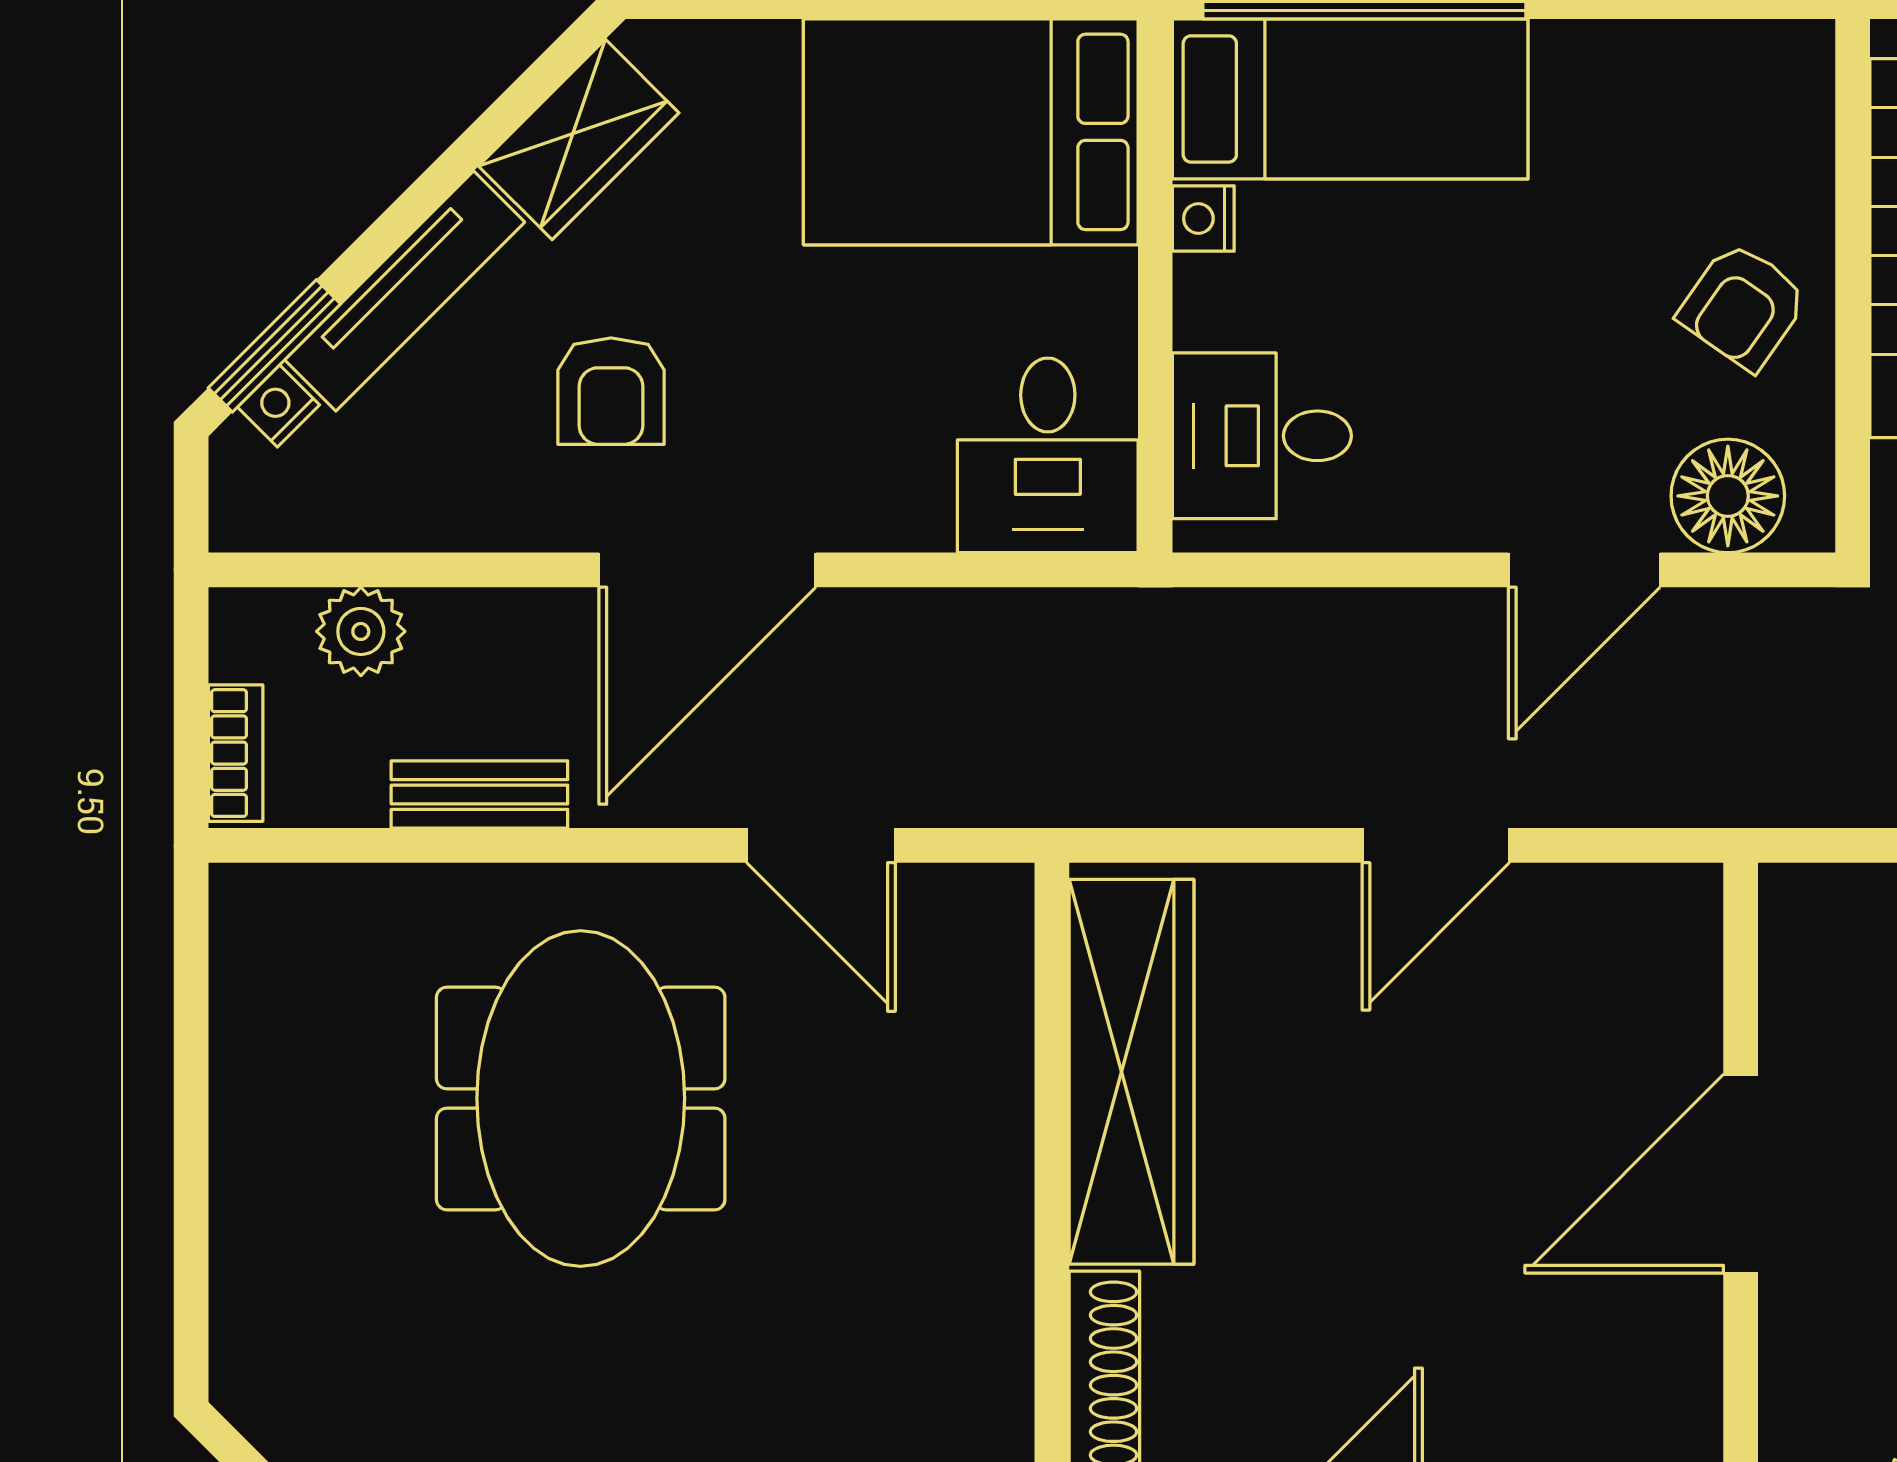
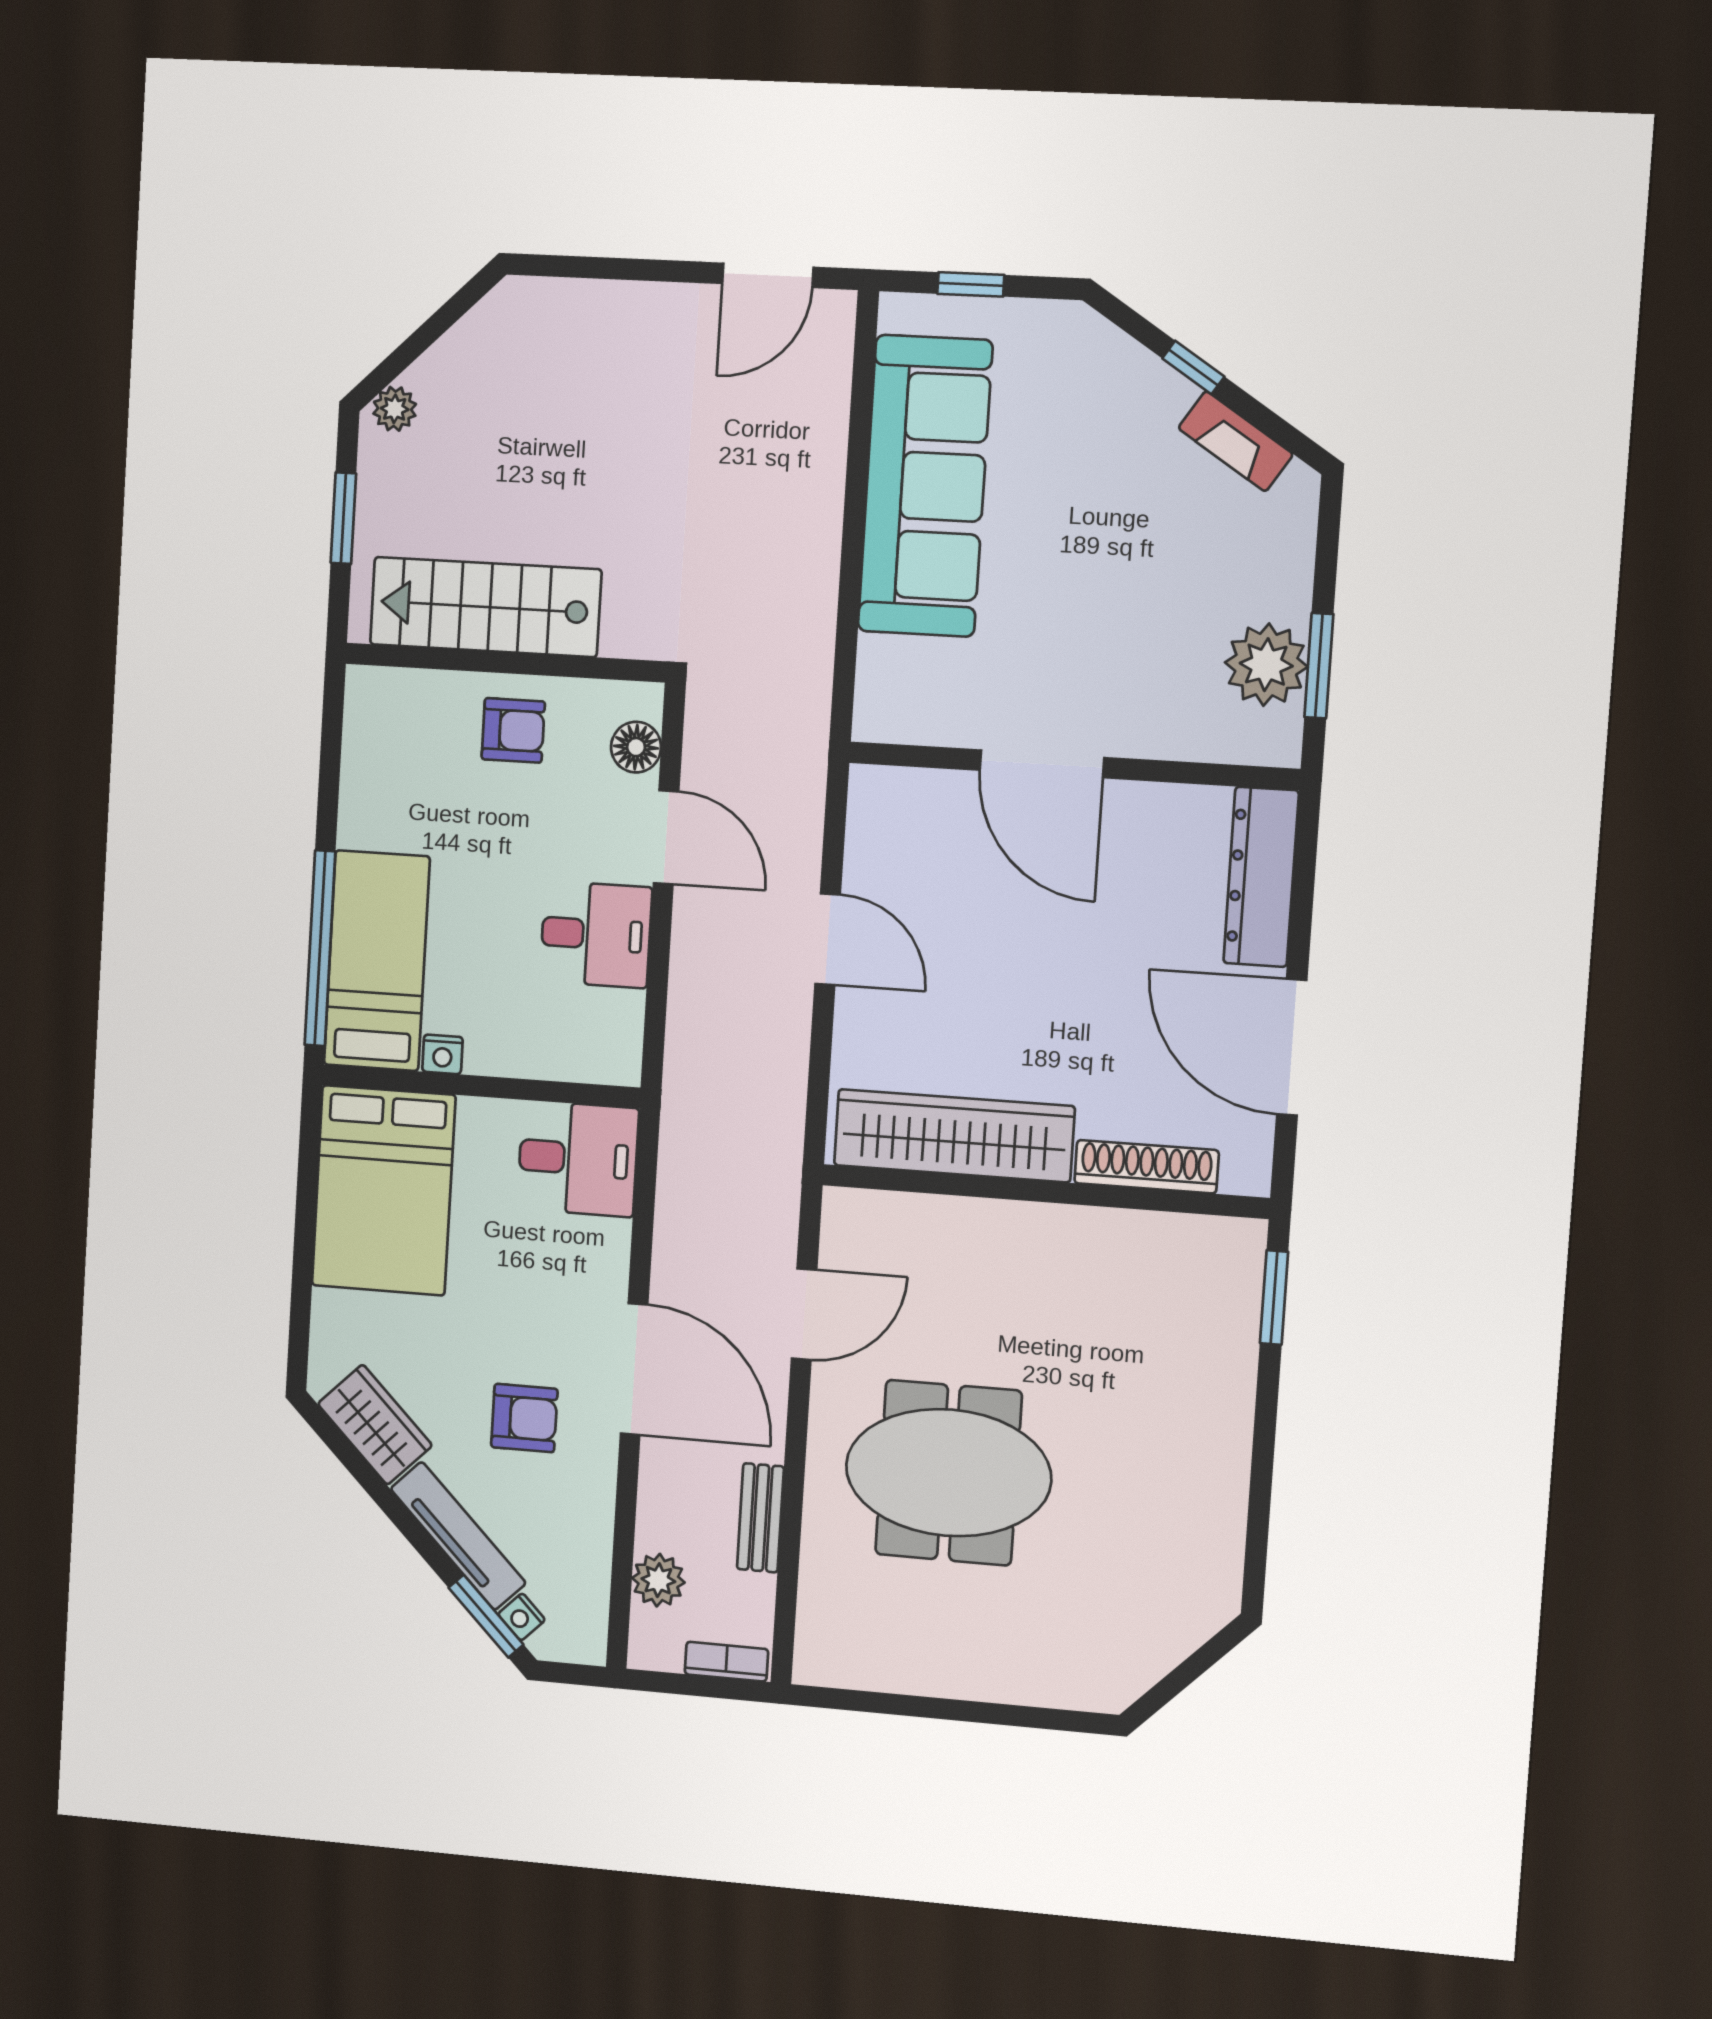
armchair: (1743, 306) -> (513, 730), turned -35
desk: (1262, 436) -> (596, 934), moved, turned -90
floor lamp: (1728, 496) -> (636, 747), width x0.73, depth x0.73

